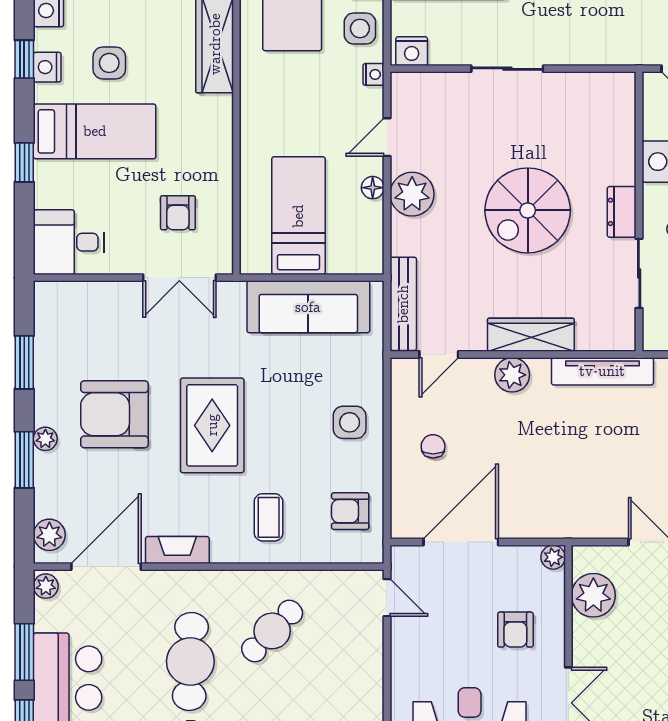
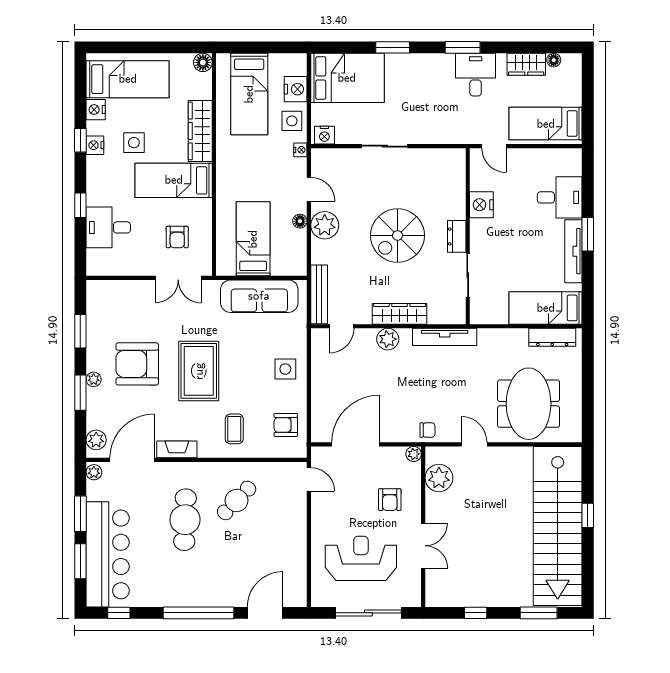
bed: (95, 131) -> (174, 180), moved, turned 180
door: (387, 137) -> (309, 189), swing flipped
desk: (69, 242) -> (108, 227), moved
chair: (433, 446) -> (427, 430), moved, turned 90

